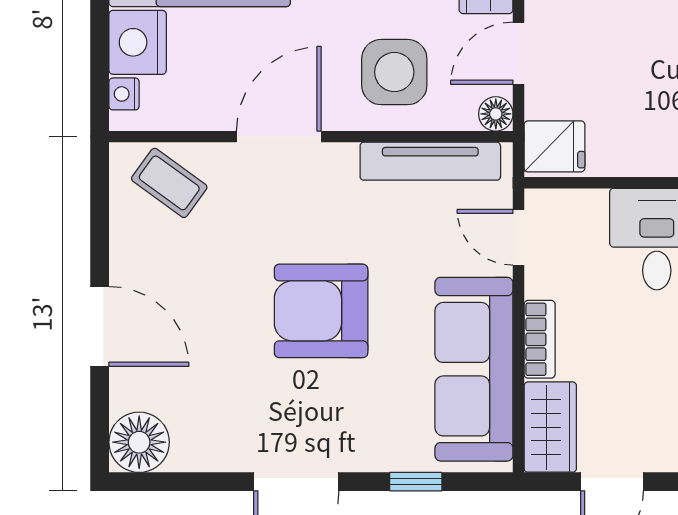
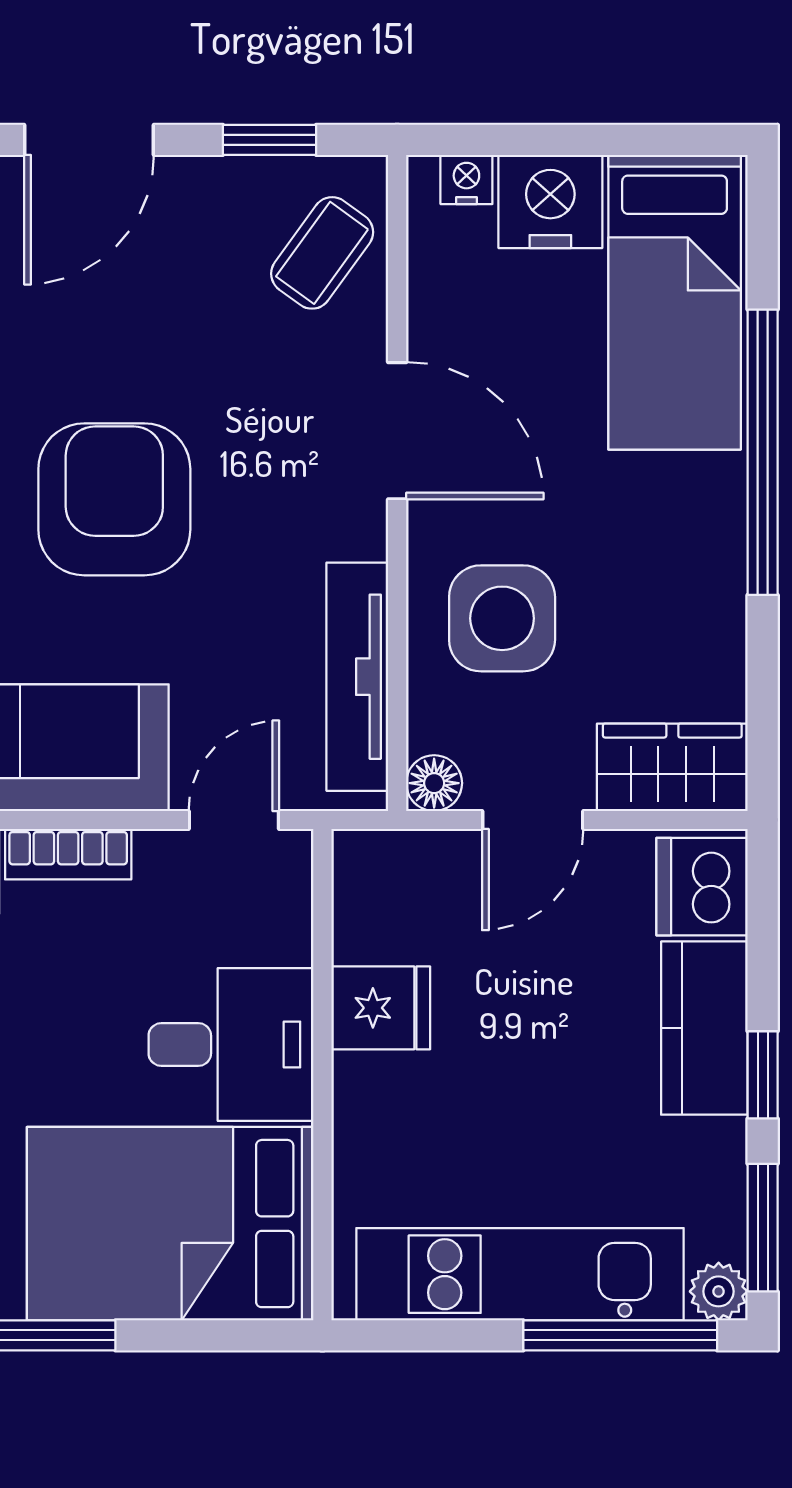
door: (519, 53) -> (533, 820), swing flipped
fridge: (554, 146) -> (381, 1008), moved, turned -90
window: (100, 215) -> (270, 140), added

